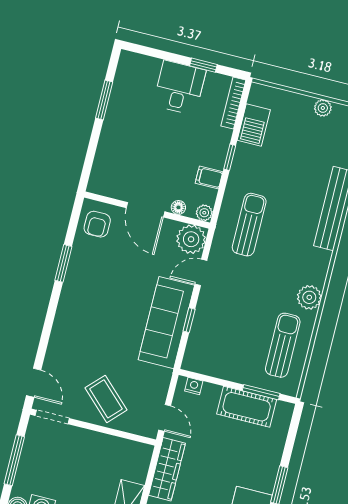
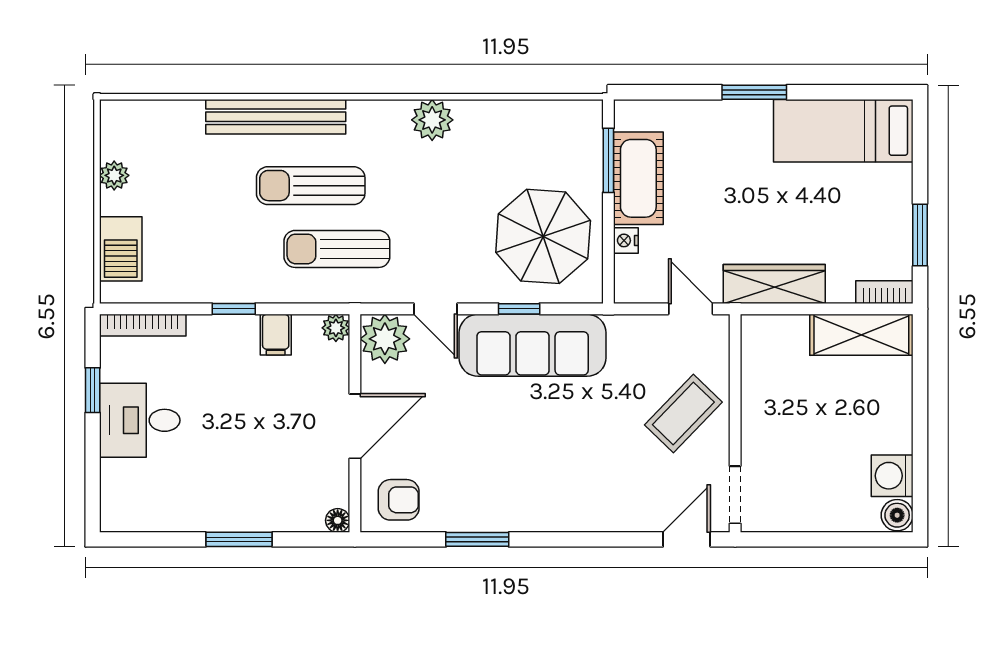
window: (104, 100) -> (239, 539), moved
barbecue: (254, 125) -> (121, 249), moved, turned 90
floor lamp: (178, 207) -> (338, 520), moved
parasol: (227, 344) -> (543, 236), added
sun lounger: (283, 345) -> (311, 186), moved
nightstand: (194, 386) -> (626, 240), moved
door: (165, 418) -> (691, 309), hinge flipped
window: (14, 460) -> (822, 539), removed

